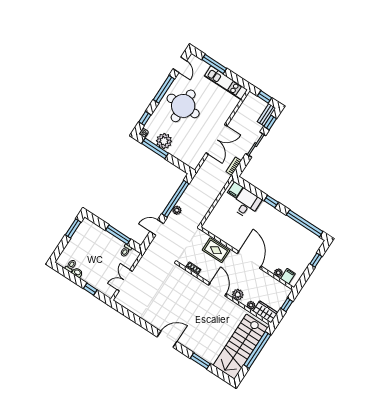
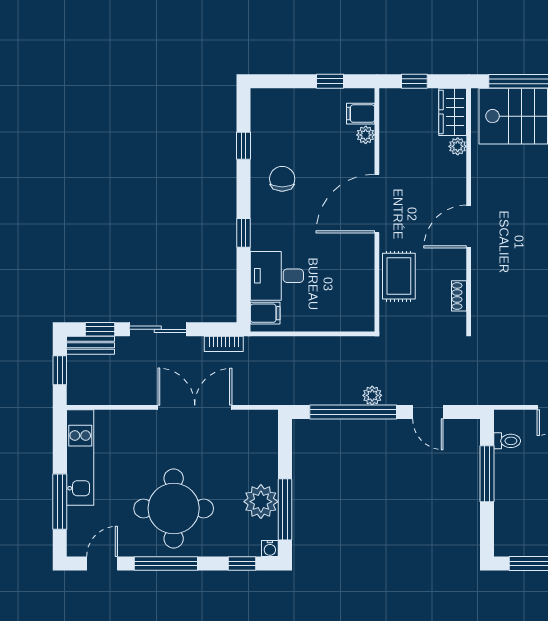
window: (305, 223) -> (244, 146), width x0.32
chair: (282, 230) -> (282, 179), added
window: (316, 260) -> (330, 81), moved
plant: (238, 295) -> (454, 183), removed

